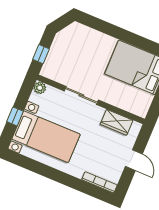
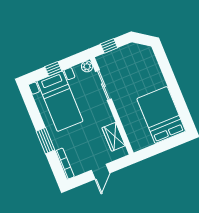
sliding door: (81, 95) -> (103, 85), moved
window: (66, 179) -> (46, 141), added

